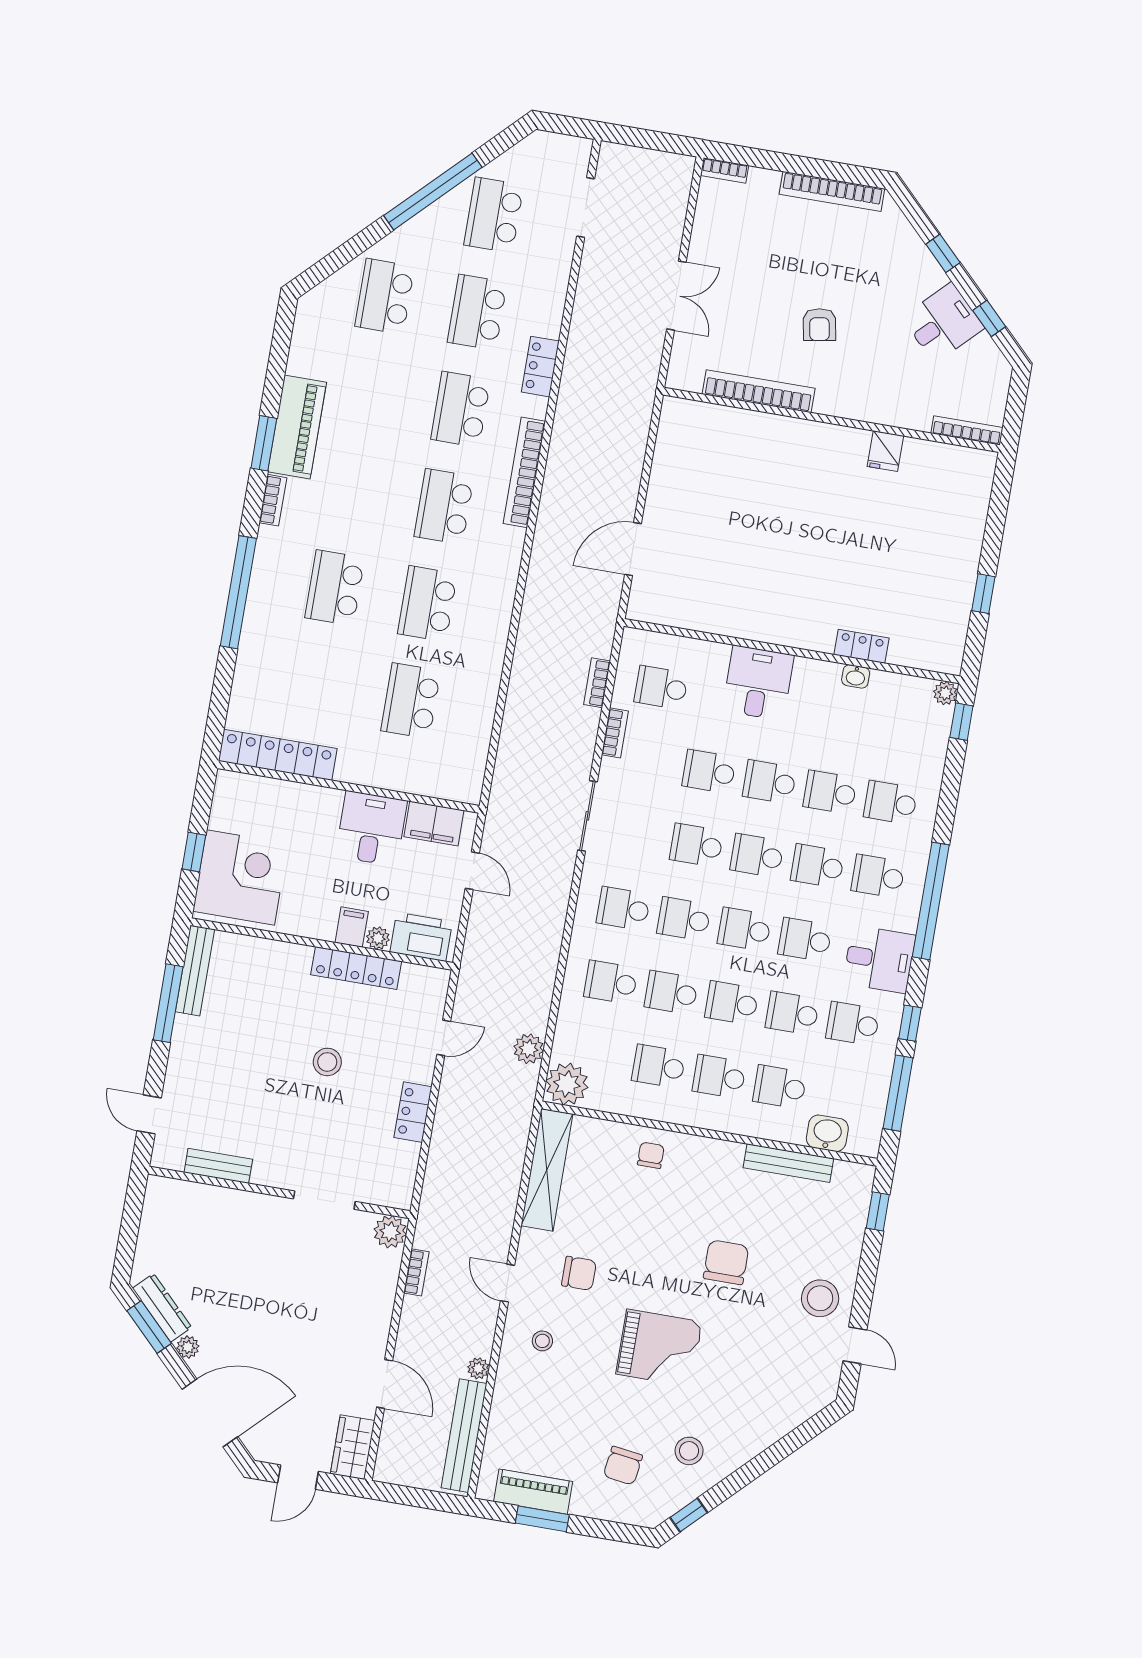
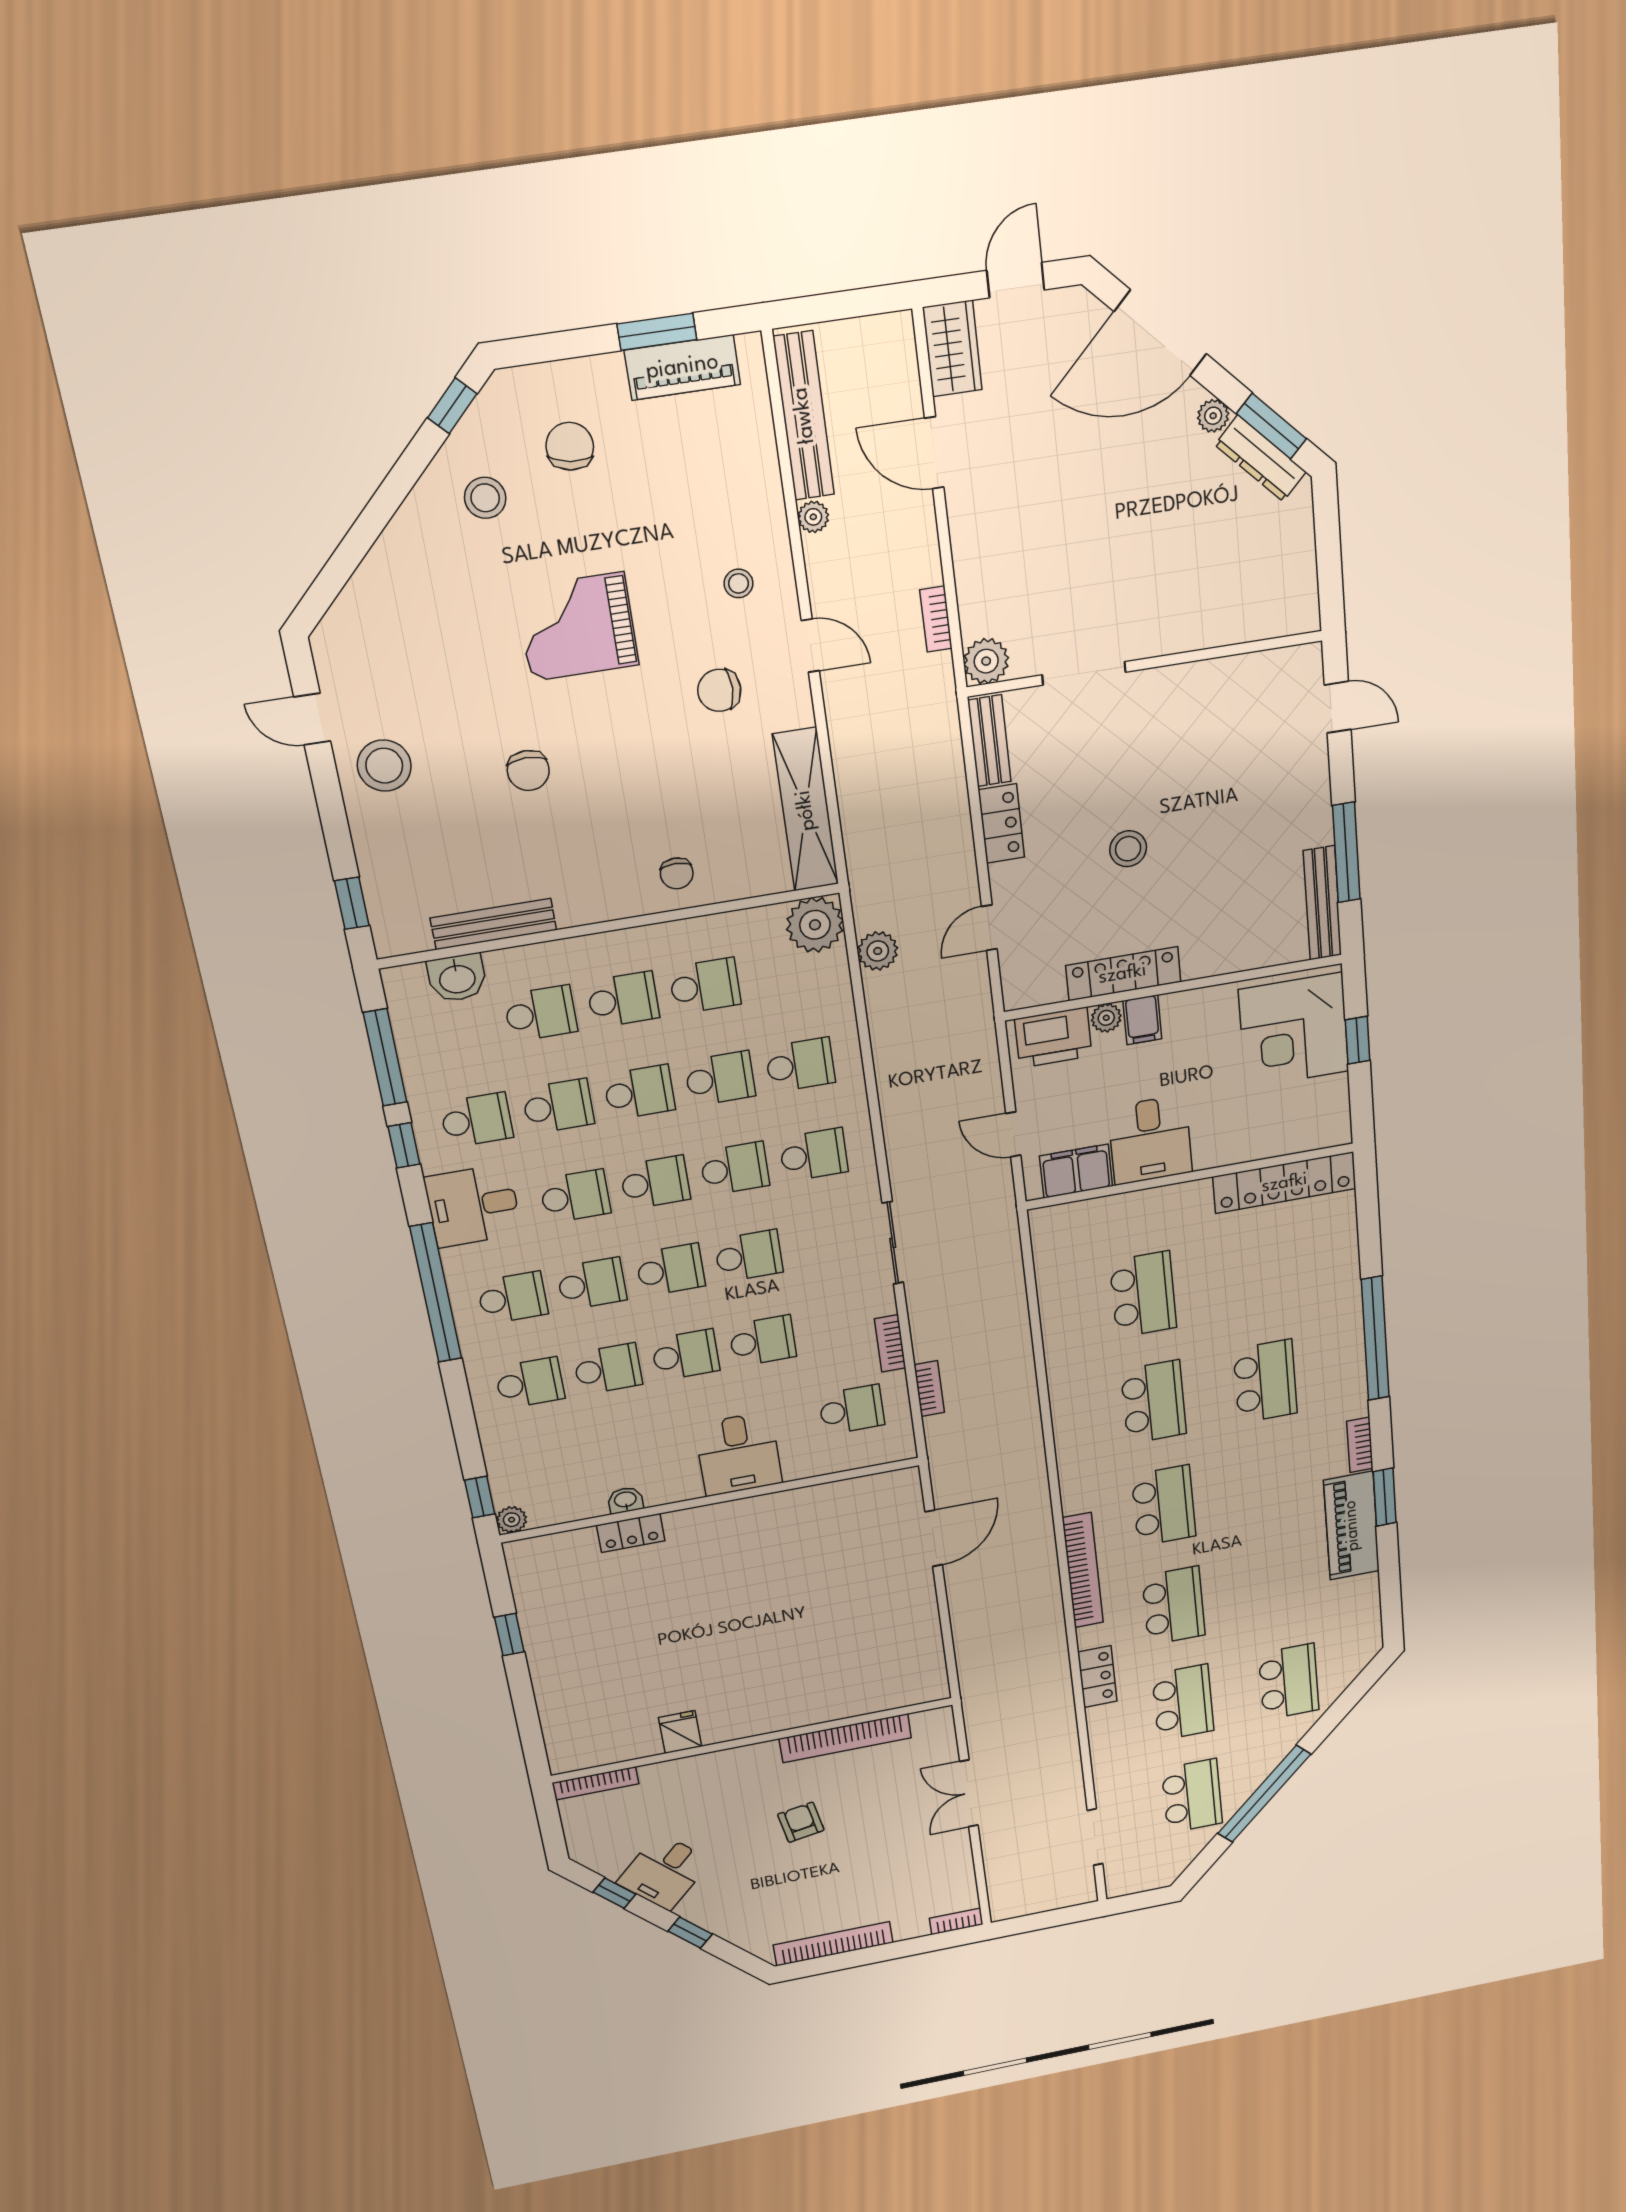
bench: (218, 1166) -> (989, 741), moved, turned 90
chair: (726, 1262) -> (528, 770), width x0.73, depth x0.73

